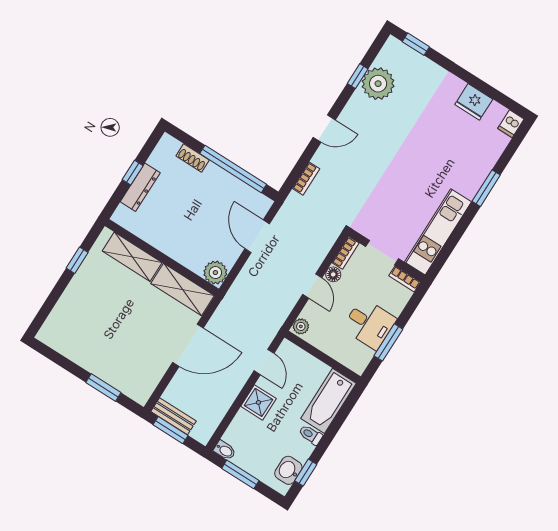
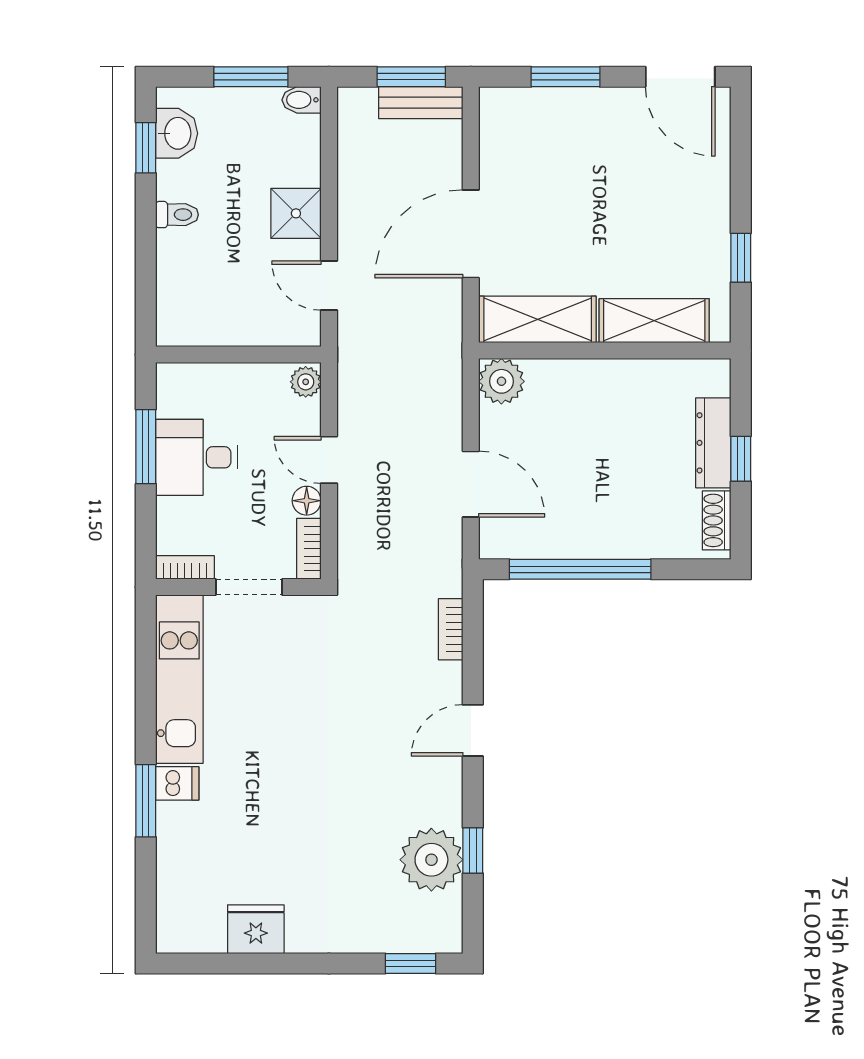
dishwasher: (511, 124) -> (177, 783), moved, turned 90
shoe rack: (193, 158) -> (717, 520), moved, turned -90
door: (53, 356) -> (680, 77), added
bathtub: (329, 401) -> (183, 289), removed

